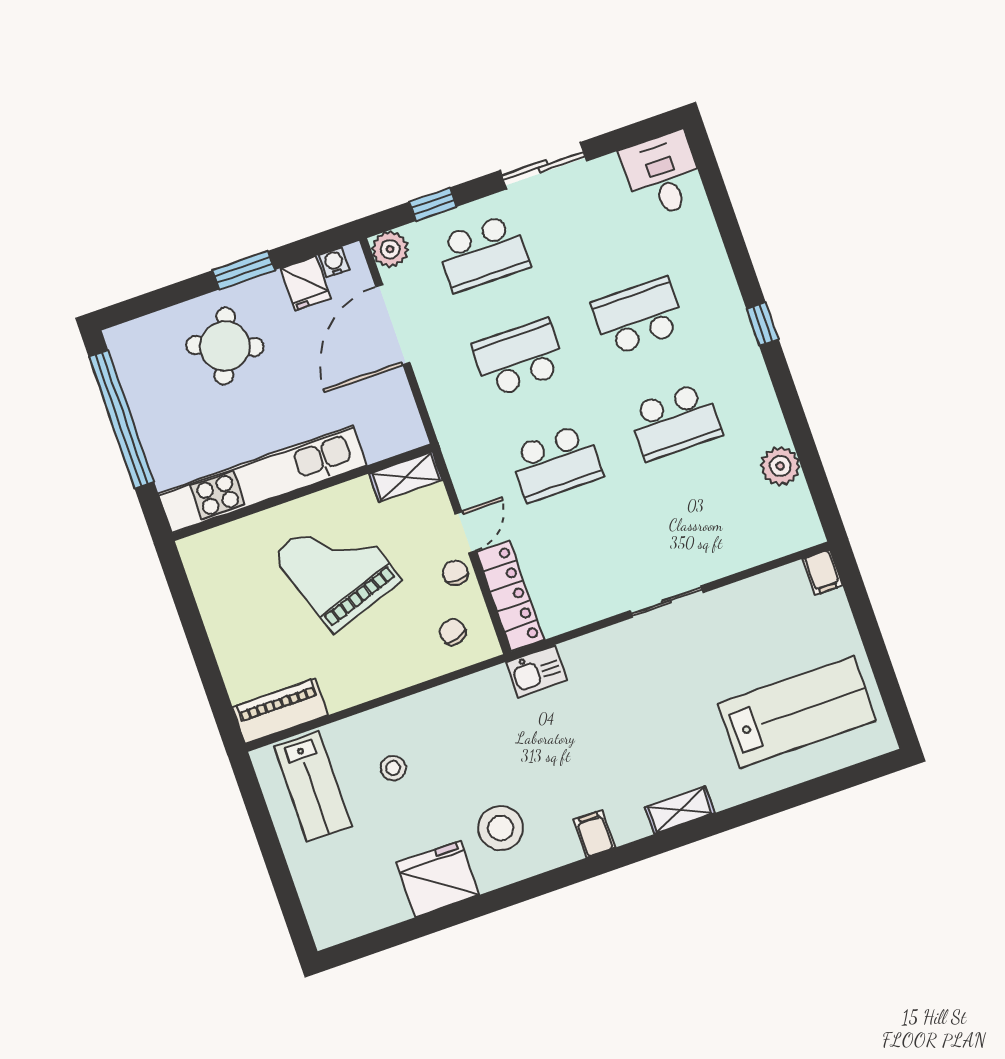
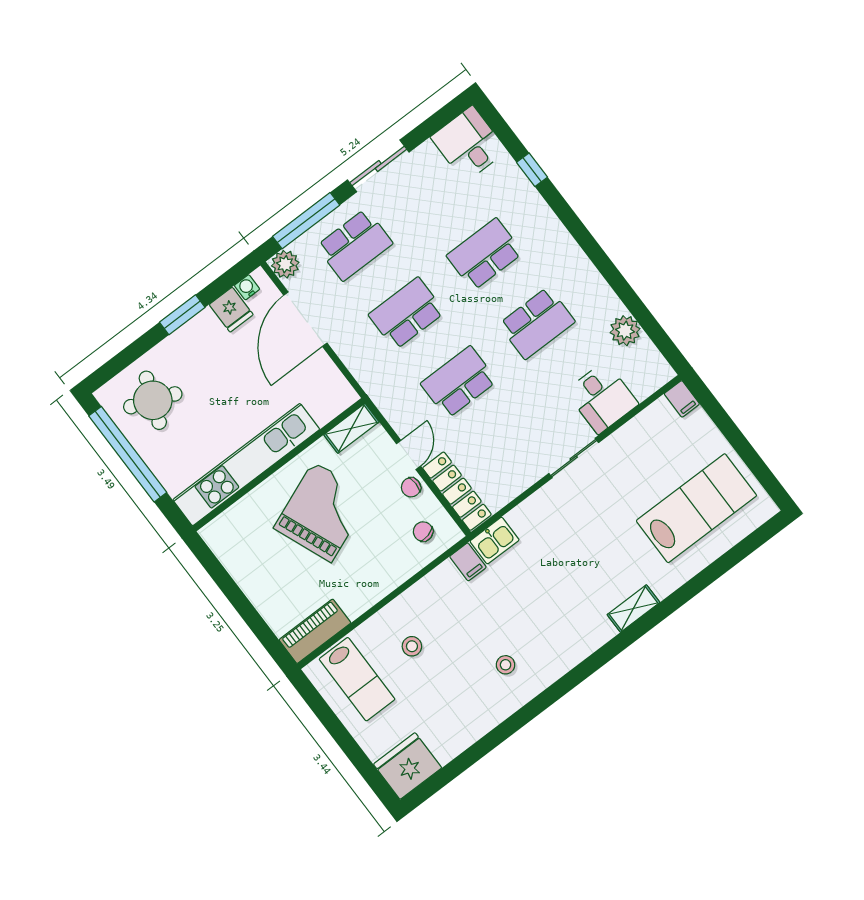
window: (433, 204) -> (306, 221), width x2.17
window: (762, 324) -> (532, 170), moved
round table: (225, 346) -> (153, 400), moved
school desk: (556, 463) -> (459, 382), turned 180
desk: (725, 539) -> (602, 398), added
grand piano: (337, 568) -> (322, 512), turned 87
chair: (455, 573) -> (411, 487), turned -90
stool: (501, 828) -> (506, 665), width x0.53, depth x0.53
filing cabinet: (594, 834) -> (468, 562), moved, turned 180
fridge: (438, 879) -> (408, 766), moved

